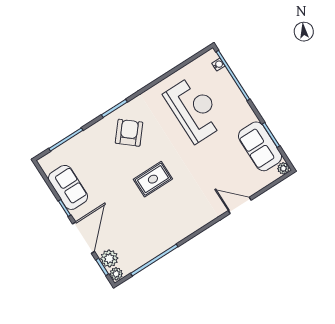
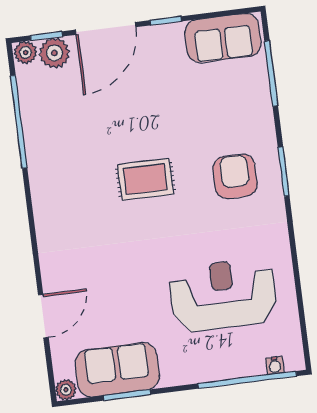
reception desk: (194, 109) -> (223, 295), turned 180
armchair: (129, 133) -> (235, 176), turned -130
rug: (153, 179) -> (145, 179), turned 90
sofa: (68, 187) -> (223, 38), moved
door: (240, 205) -> (43, 316), moved
door: (83, 238) -> (106, 28), hinge flipped

